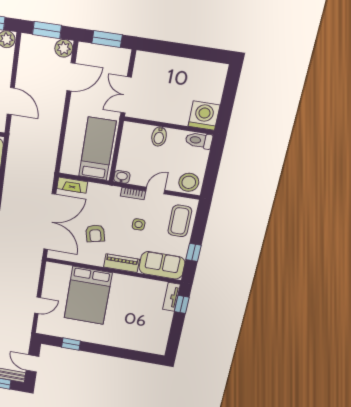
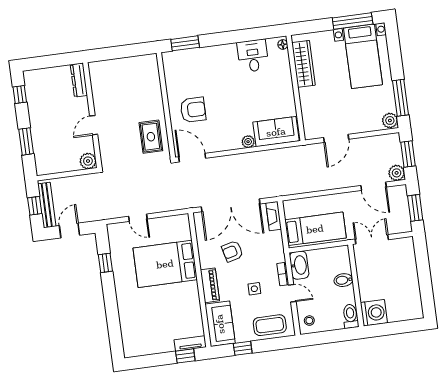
washbasin: (122, 177) -> (299, 265), width x1.91, depth x1.45
stool: (189, 182) -> (309, 321), width x0.53, depth x0.53

